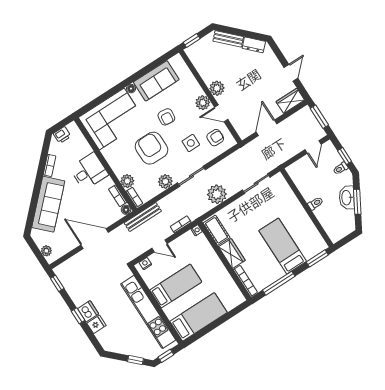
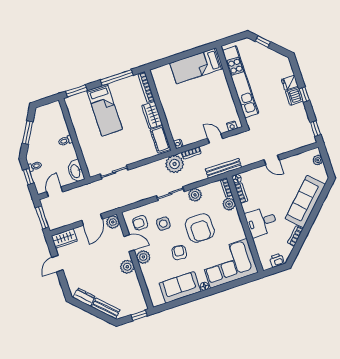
plant: (244, 131) -> (113, 222), added
plant: (217, 194) -> (175, 164), moved
washbasin: (347, 198) -> (76, 171), moved, turned 150
door: (95, 239) -> (272, 160), width x0.53
bed: (176, 286) -> (210, 99), removed
window: (166, 356) -> (235, 38), removed

